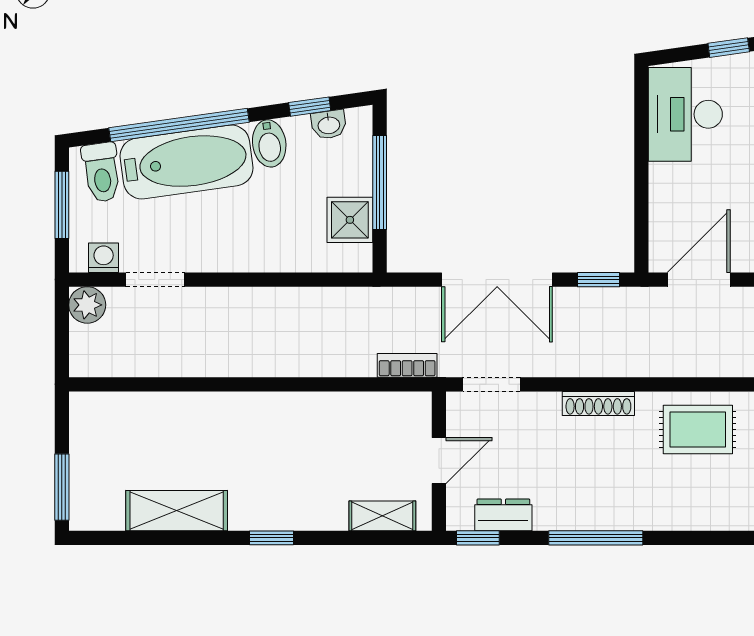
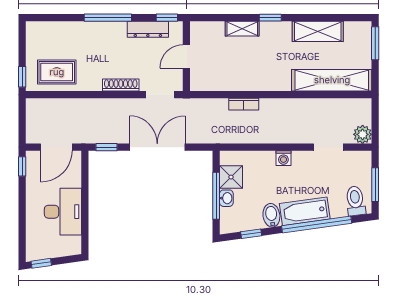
desk: (685, 114) -> (63, 212), moved
washbasin: (329, 125) -> (226, 198), moved, turned 98
bathtub: (187, 162) -> (305, 211), width x0.73, depth x0.73
washing machine: (104, 258) -> (283, 158), moved
bookcase: (407, 365) -> (244, 104), moved
shoe rack: (598, 403) -> (121, 85), moved
shelving: (149, 413) -> (332, 80), added
dresser: (503, 515) -> (148, 29), width x1.44
shelving: (382, 516) -> (242, 29), moved

